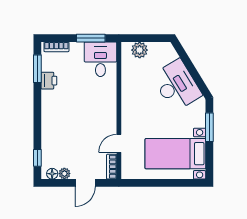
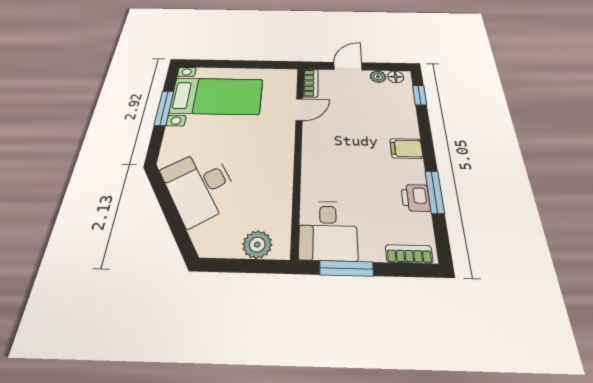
window: (37, 69) -> (435, 192), moved
filing cabinet: (51, 115) -> (406, 148), added
window: (209, 127) -> (164, 108), moved

